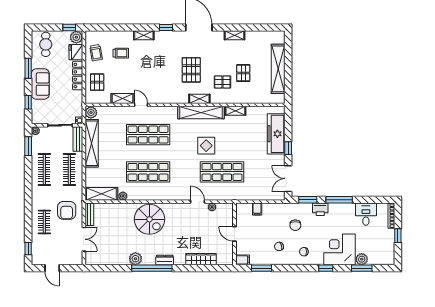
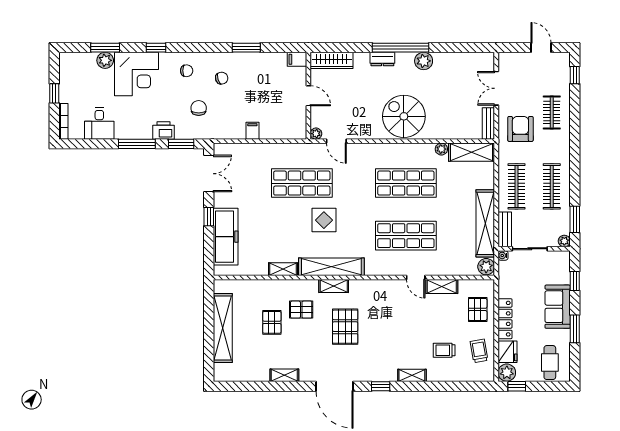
door: (235, 234) -> (308, 96), moved
wall: (235, 234) -> (308, 96), moved
filing cabinet: (243, 260) -> (297, 59), moved

